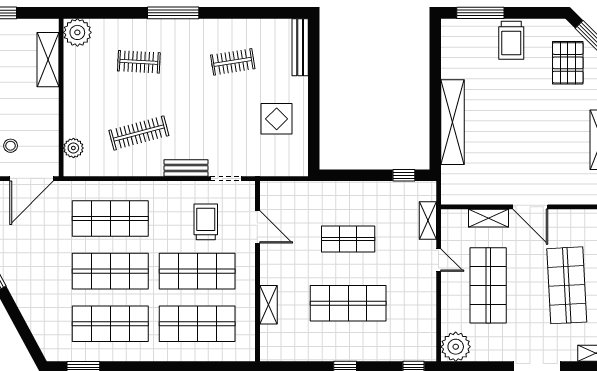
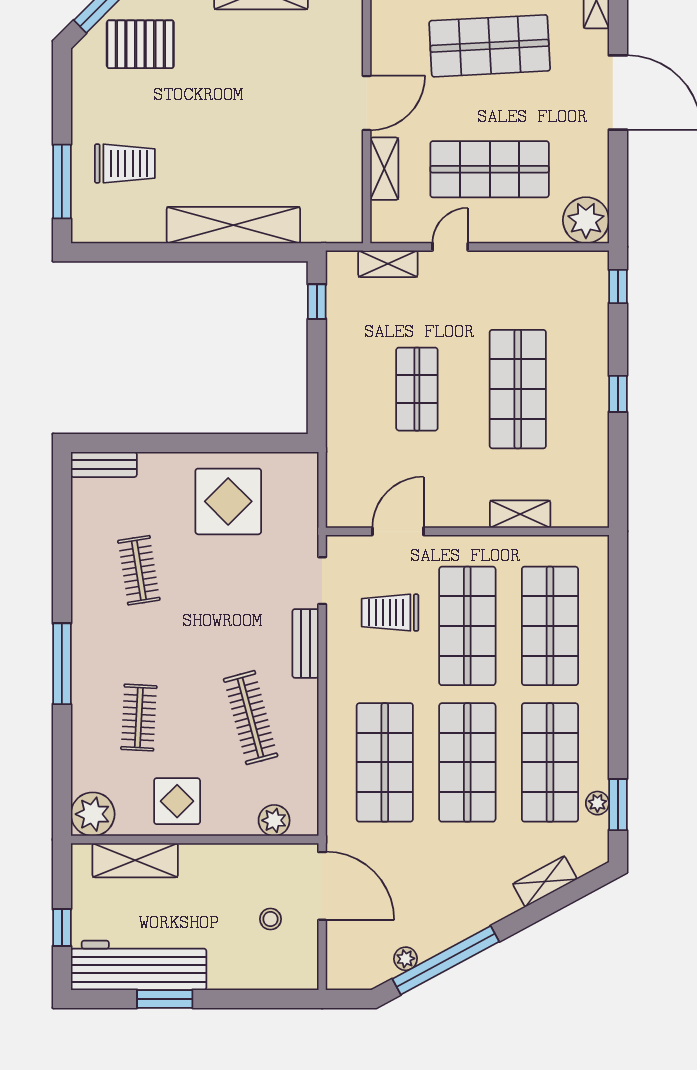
trolley: (511, 40) -> (125, 163), moved
bench: (300, 47) -> (104, 464), width x0.73
display table: (86, 86) -> (177, 801), added
display table: (277, 119) -> (228, 501), width x1.36, depth x1.36
shelving: (34, 320) -> (545, 881), added
plant: (84, 354) -> (597, 803), added

